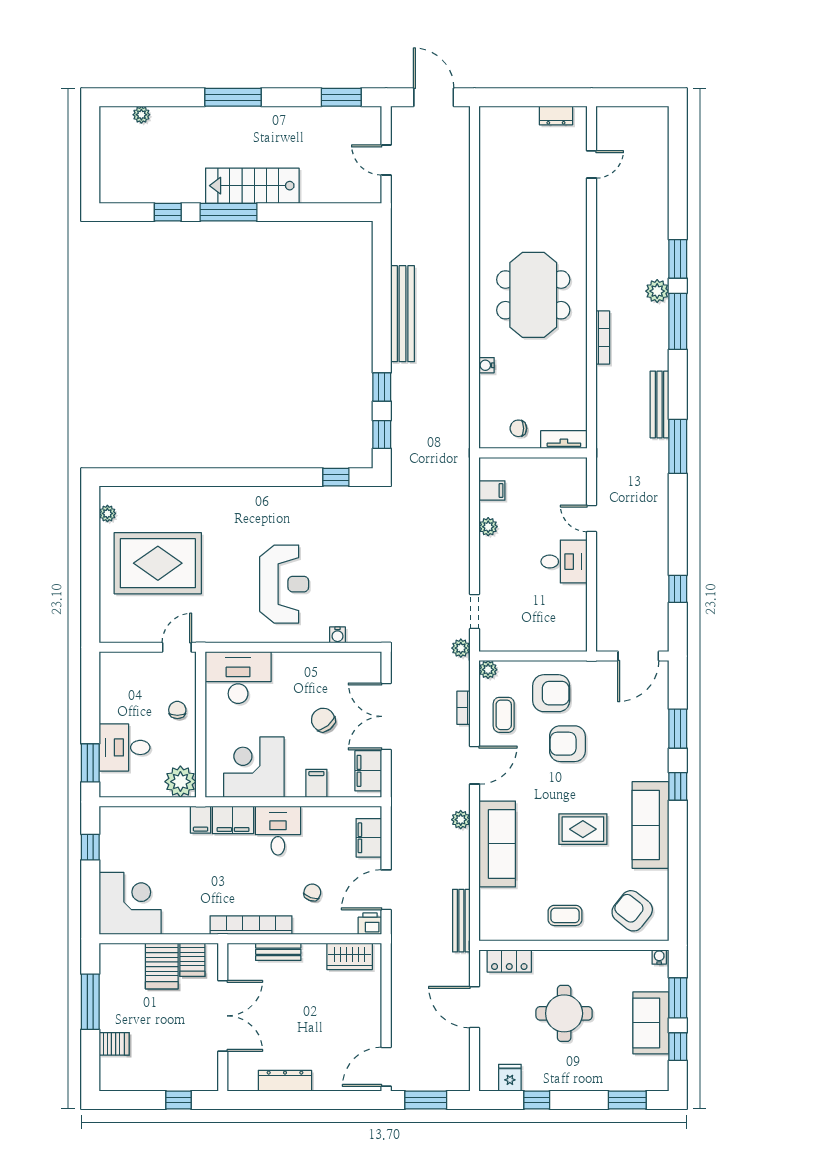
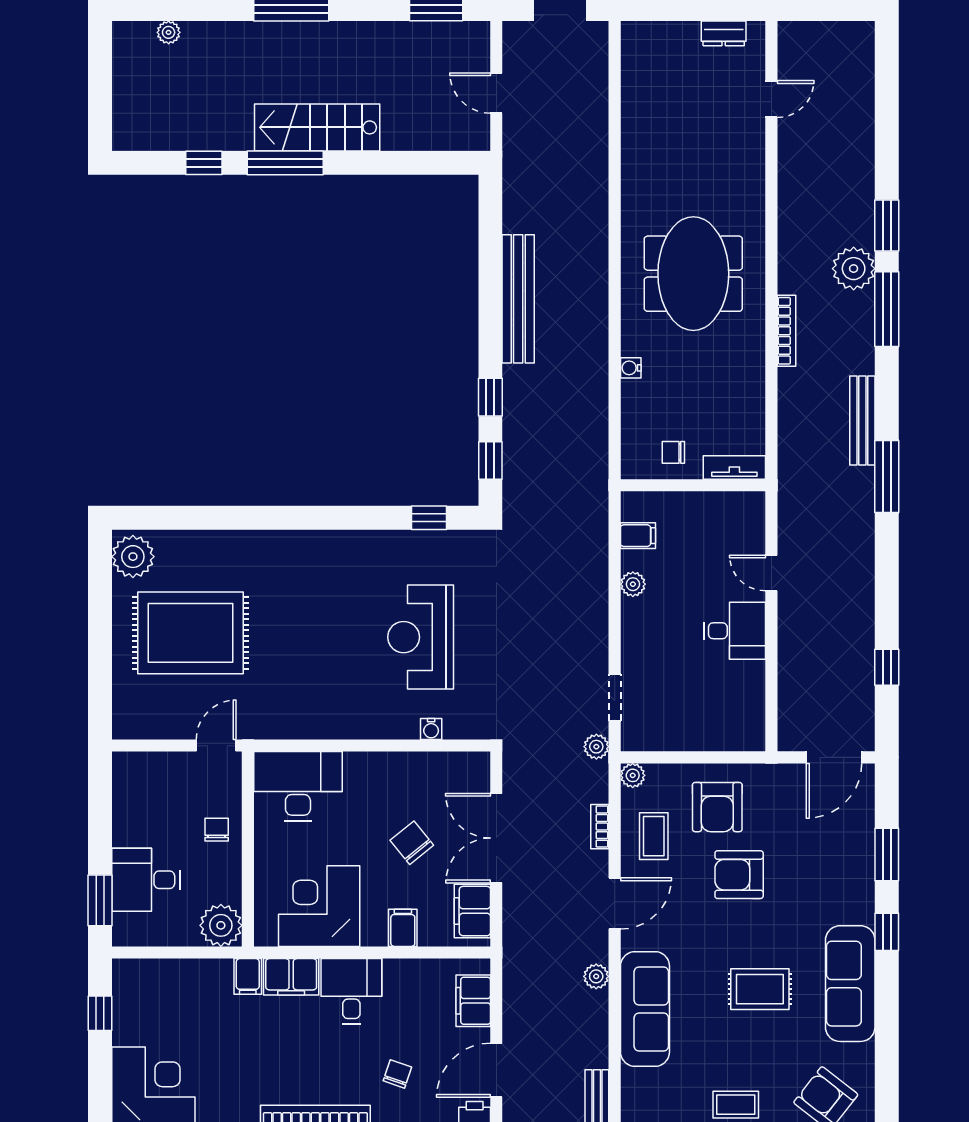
plant: (657, 291) -> (854, 269), width x1.36, depth x1.36
plant: (107, 513) -> (133, 557), width x1.88, depth x1.88
reception desk: (284, 584) -> (421, 637), moved, turned 180
armchair: (551, 693) -> (717, 807), turned 90

